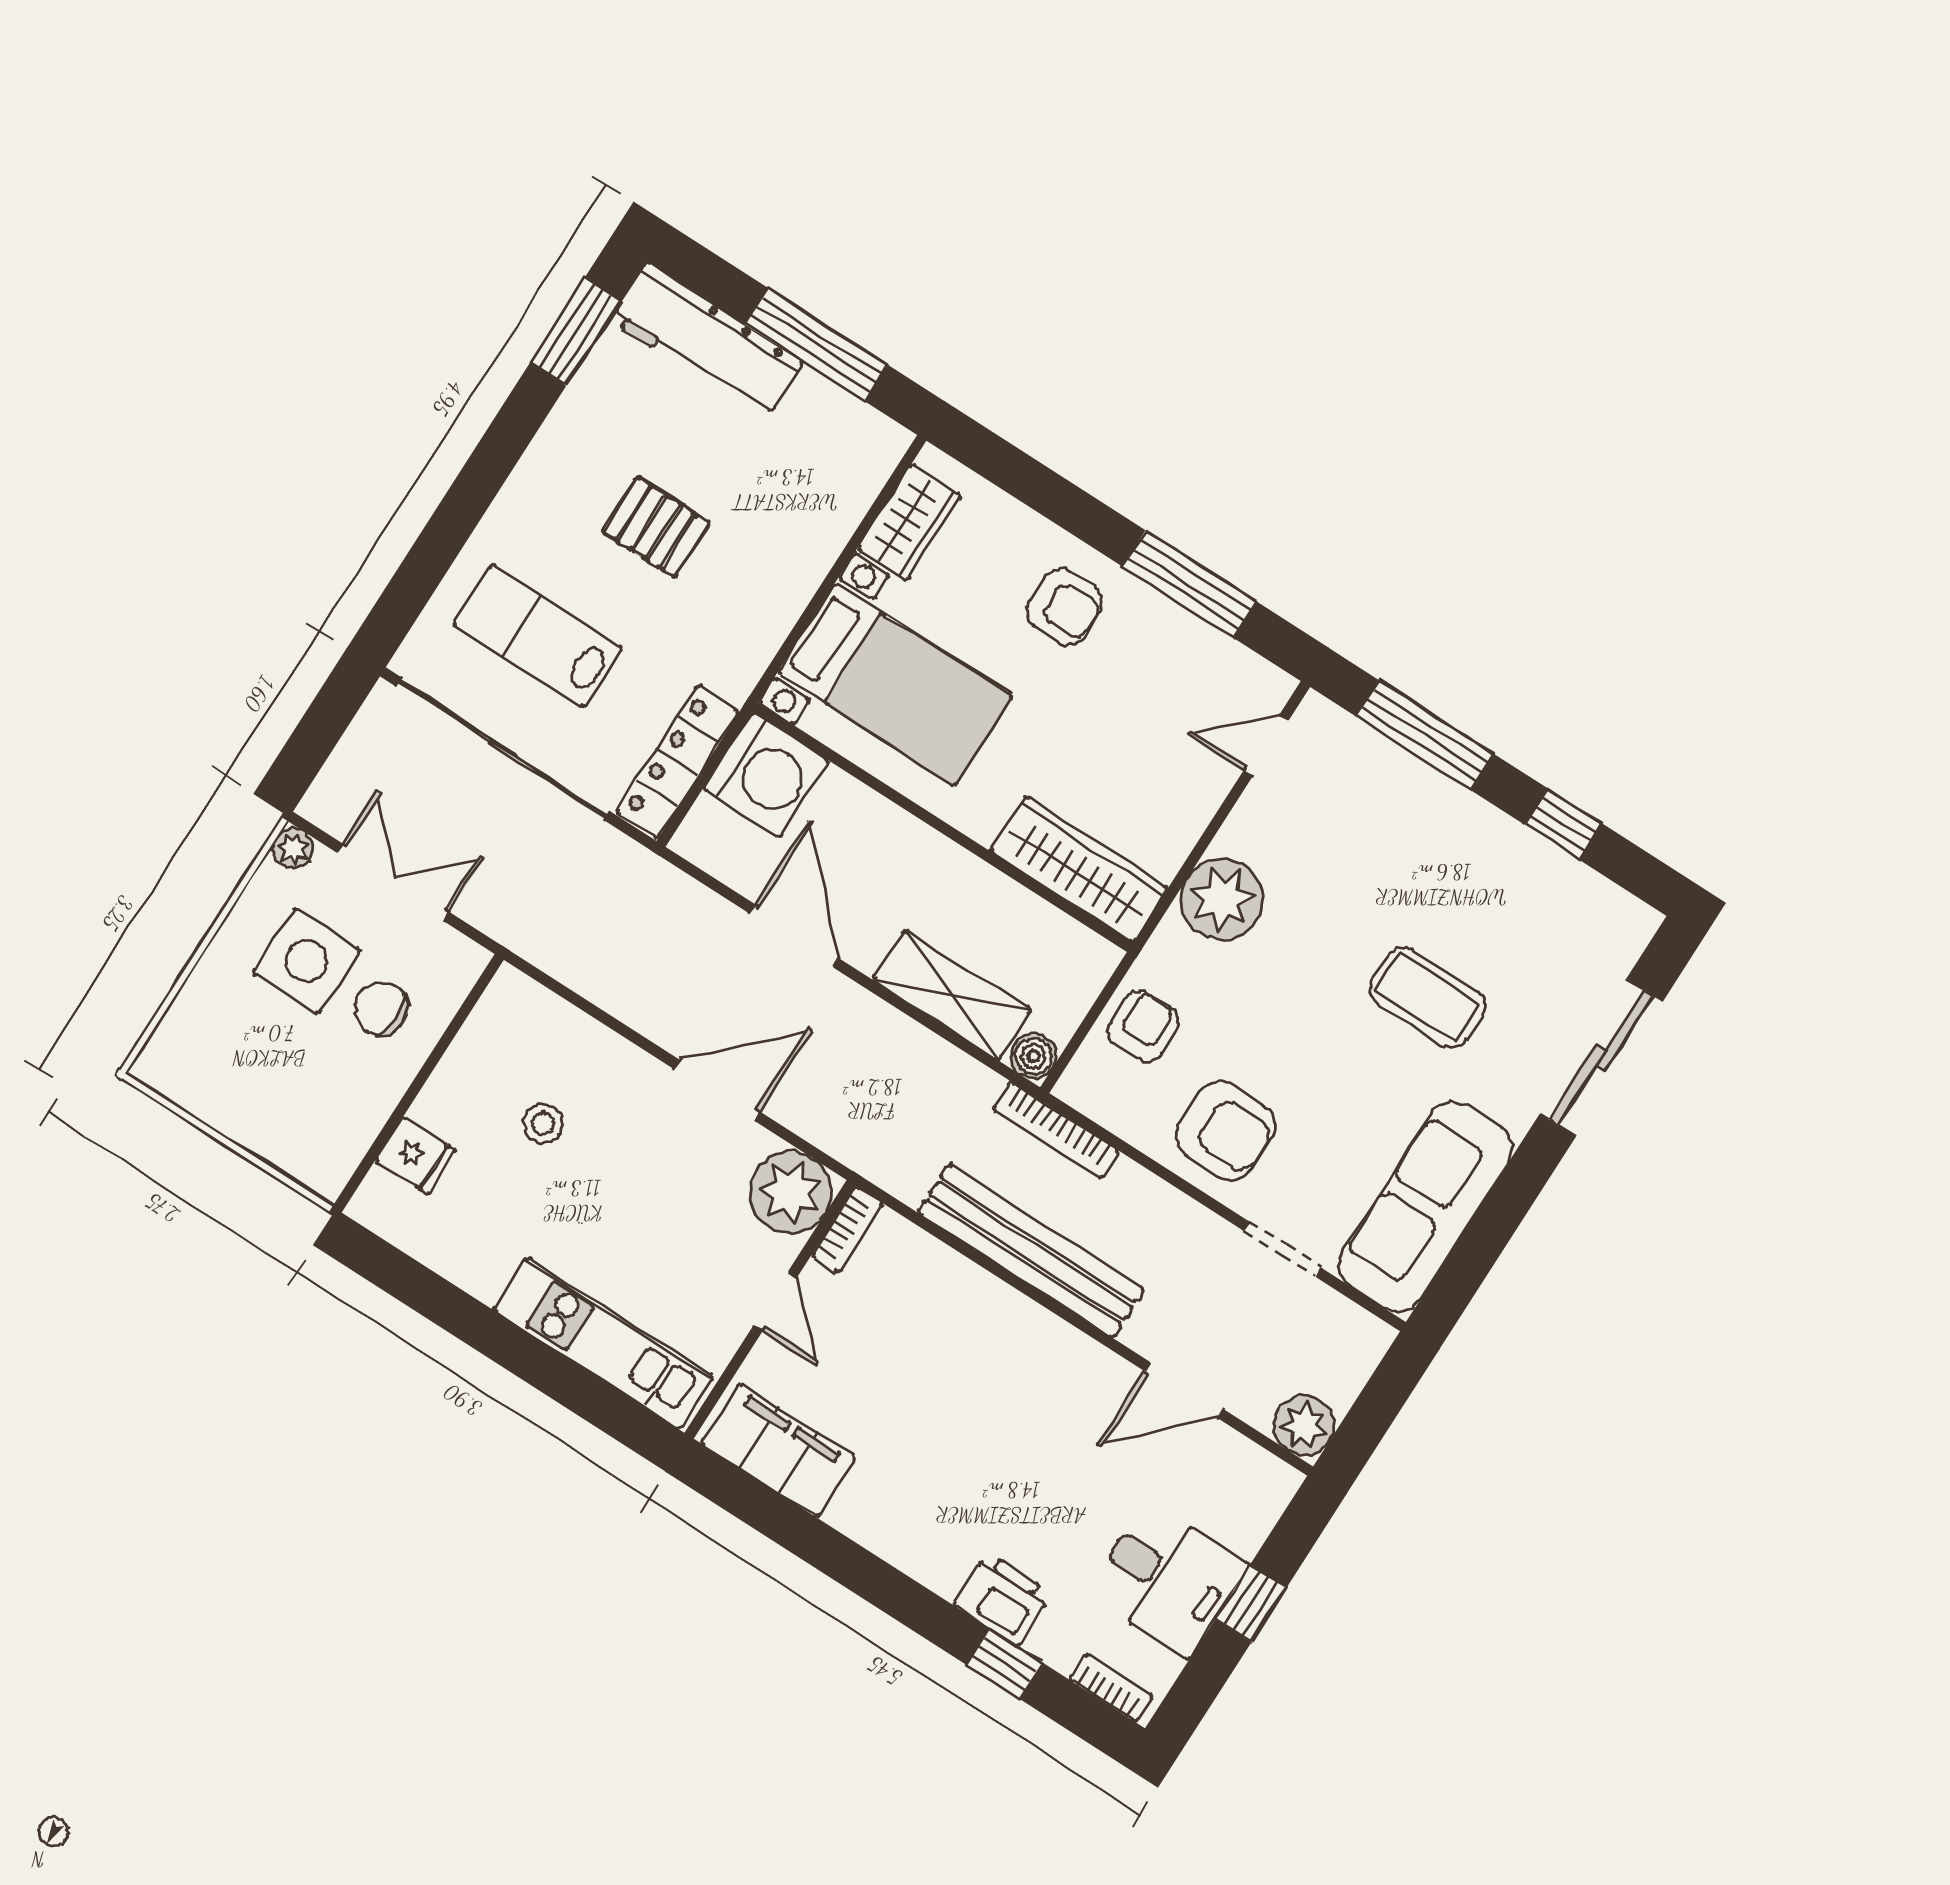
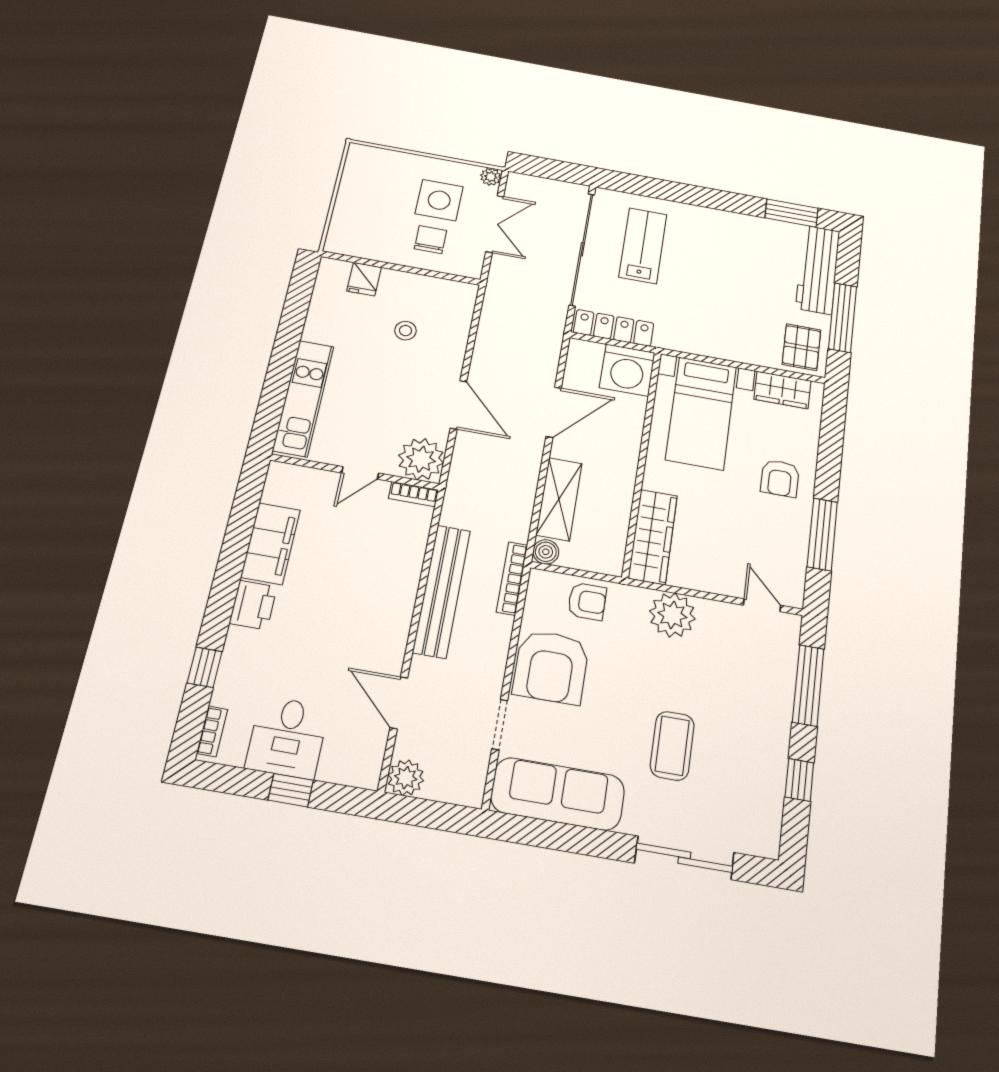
pallet: (656, 527) -> (801, 347), moved
armchair: (1226, 1131) -> (551, 667), width x1.36, depth x1.36
filing cabinet: (778, 1450) -> (271, 544), moved
printer: (1003, 1599) -> (253, 605), moved

